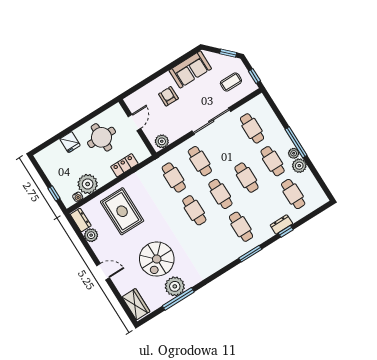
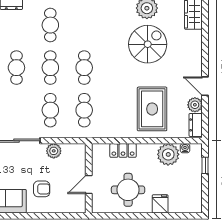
armchair: (168, 96) -> (42, 189), turned -90
plant: (162, 141) -> (54, 151), moved
door: (103, 272) -> (205, 86), moved

